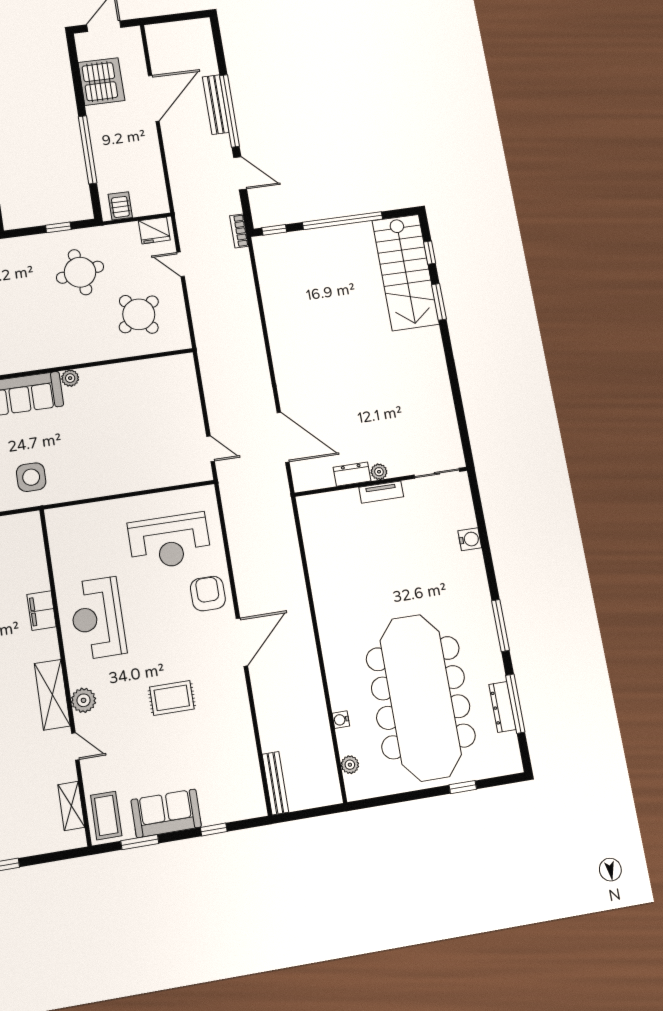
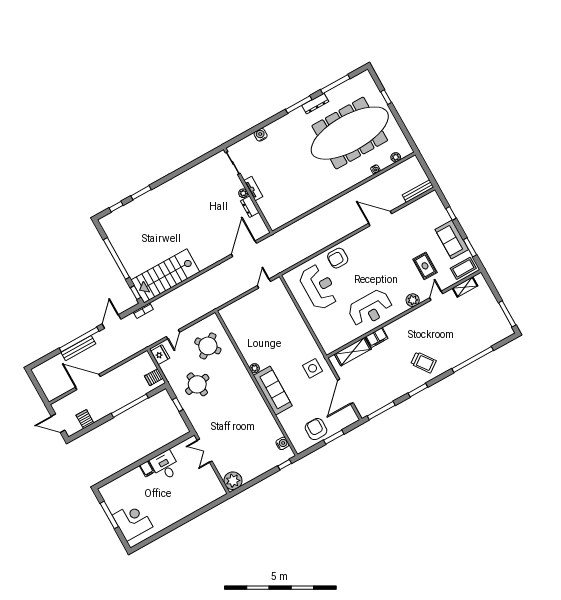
server rack: (101, 81) -> (85, 419), width x0.46, depth x0.70
stairs: (406, 272) -> (165, 276), moved, turned 180
door: (242, 642) -> (380, 219), moved
shelving: (52, 695) -> (353, 352), moved
rug: (172, 698) -> (425, 266), moved
dresser: (502, 707) -> (315, 104), moved

